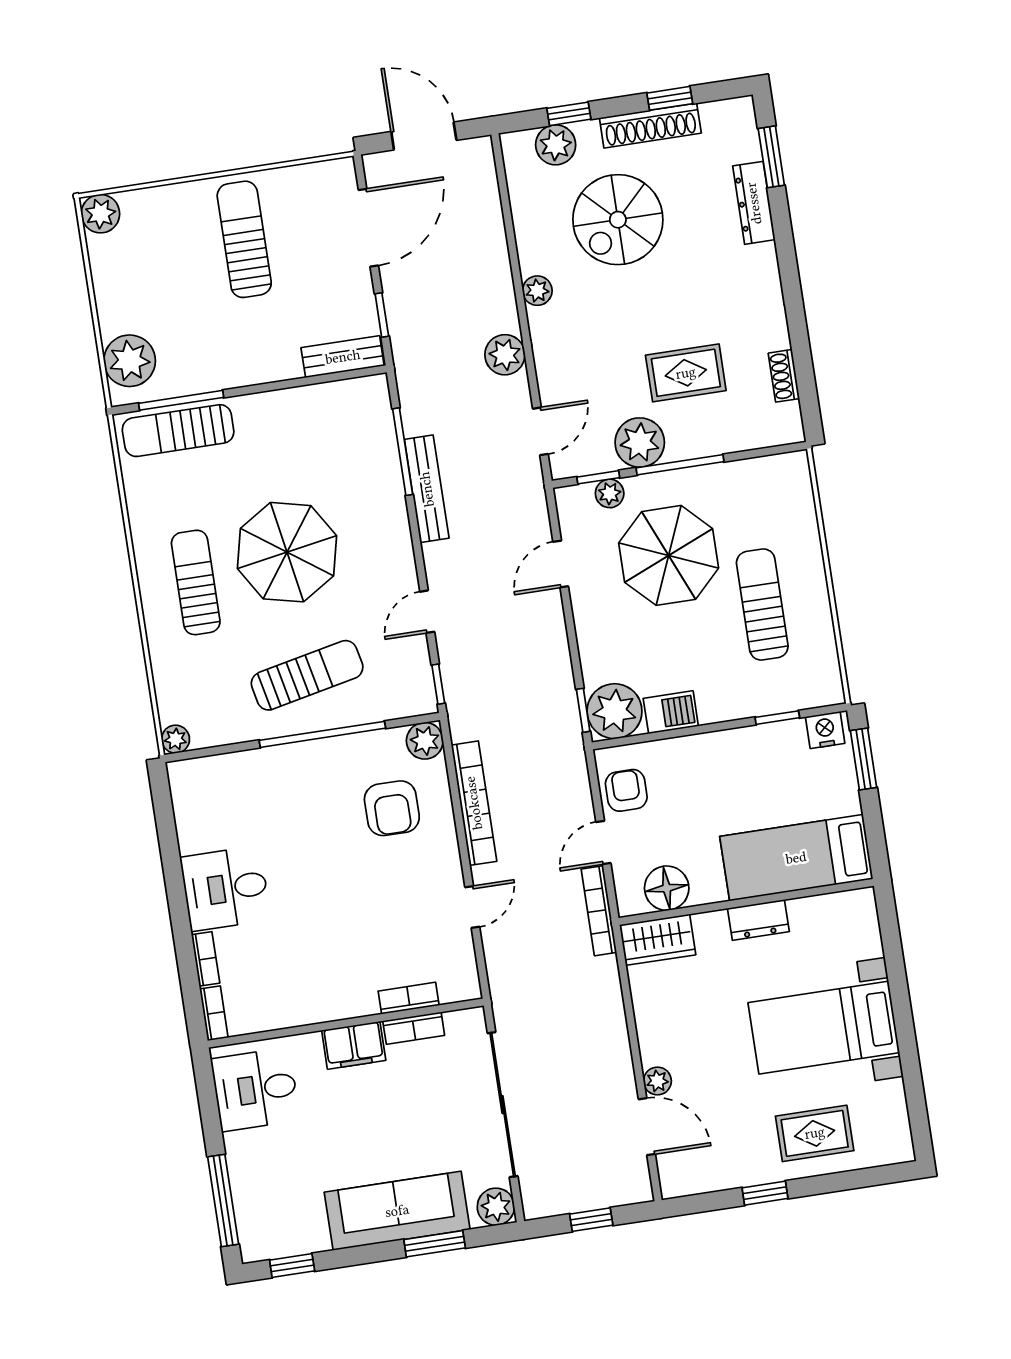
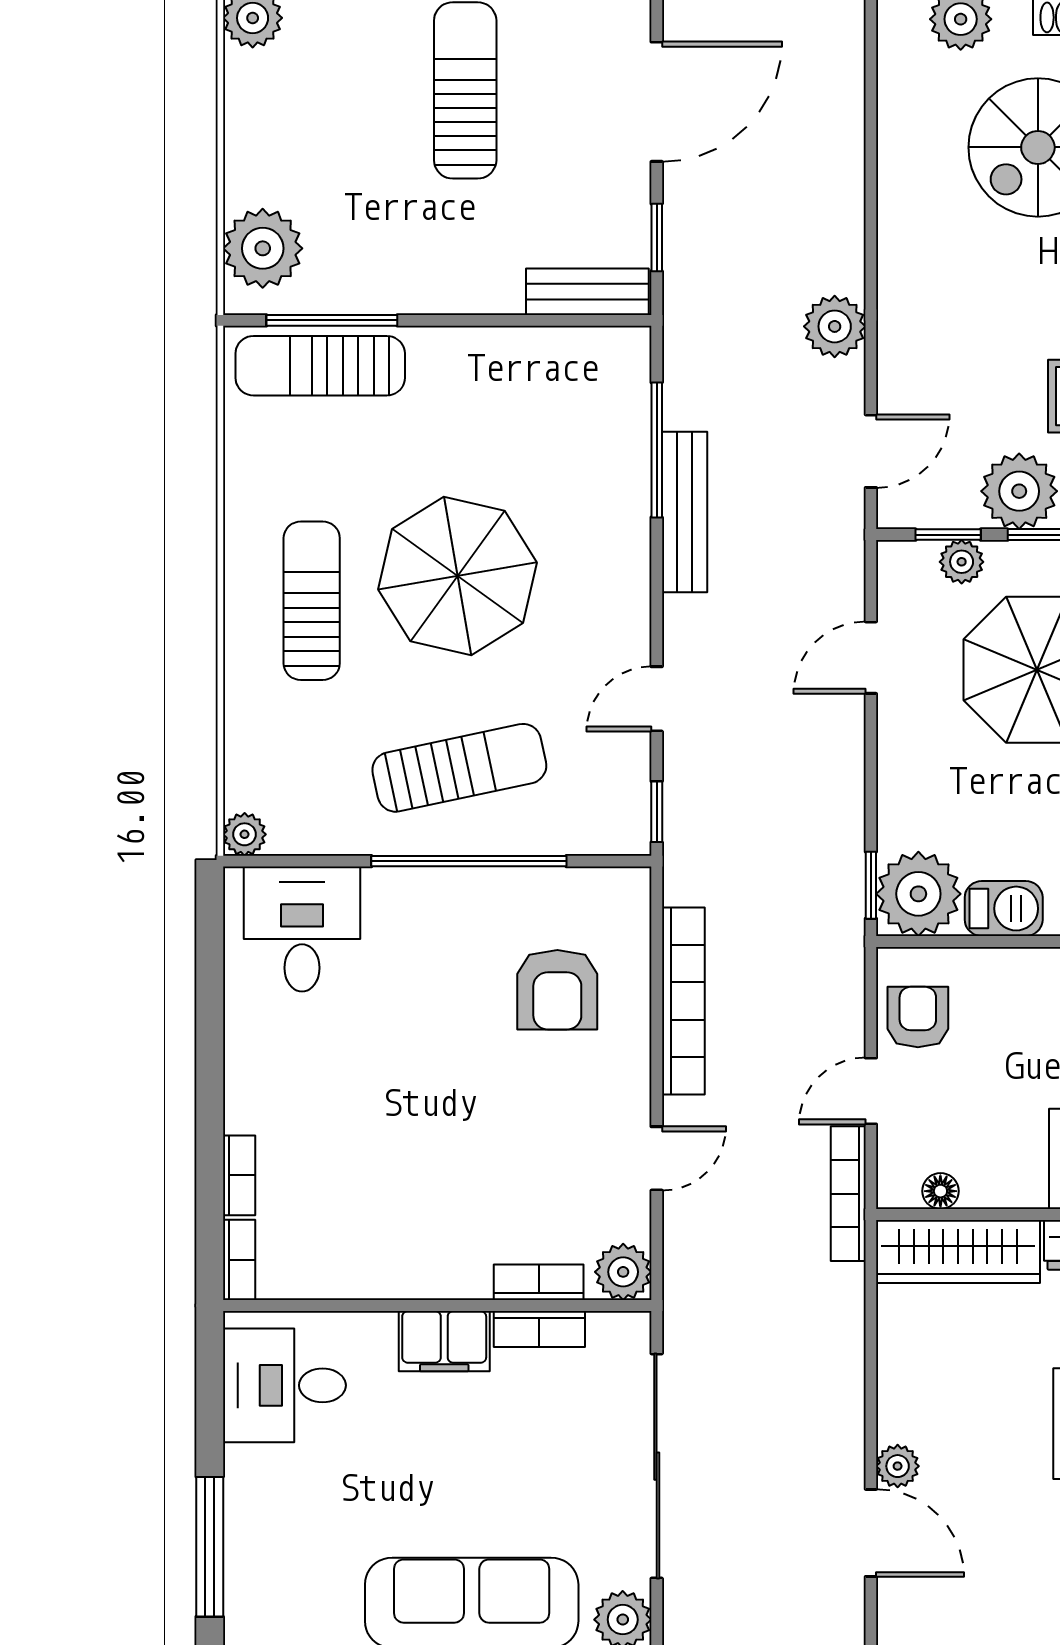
plant: (537, 291) -> (899, 237), removed
plant: (425, 741) -> (623, 1272), moved
floor lamp: (667, 888) -> (940, 1191), width x0.53, depth x0.53
desk: (225, 889) -> (302, 929), moved, turned 90
wardrobe: (658, 940) -> (958, 1251), width x1.50

